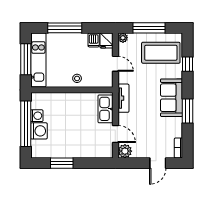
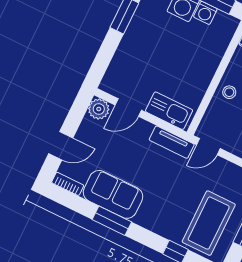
door: (115, 64) -> (208, 147), moved
sofa: (172, 98) -> (113, 194), moved
door: (158, 163) -> (61, 146), swing flipped

